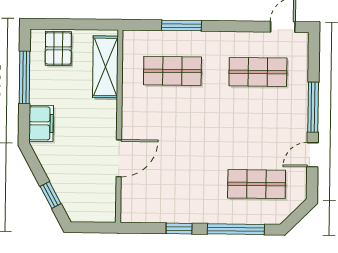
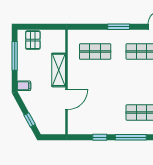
window: (182, 26) -> (119, 27), moved
shelving: (105, 67) -> (59, 70), moved
filing cabinet: (41, 123) -> (24, 86), width x0.50

